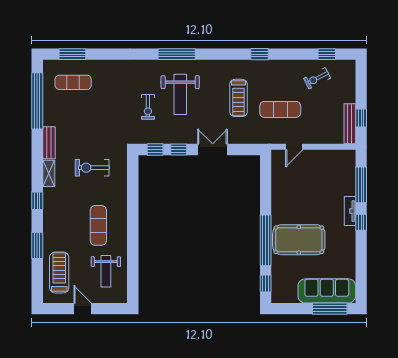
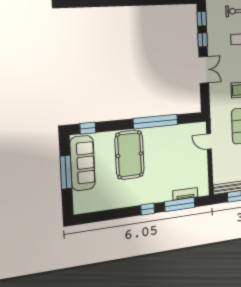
tv unit: (350, 211) -> (185, 194), moved
window: (266, 240) -> (156, 122), moved
sofa: (327, 291) -> (83, 163), moved
window: (330, 309) -> (66, 172), moved

